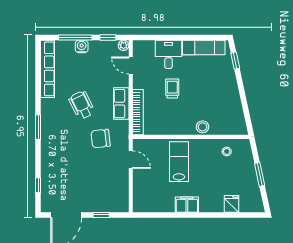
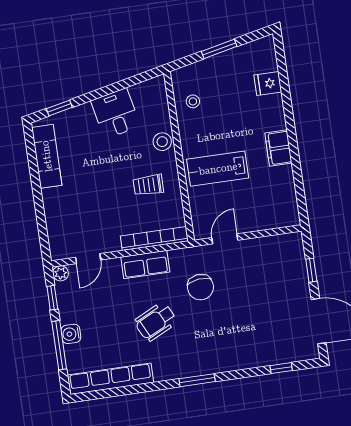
desk: (169, 54) -> (116, 113), moved, turned 78
trolley: (172, 89) -> (148, 185), moved

